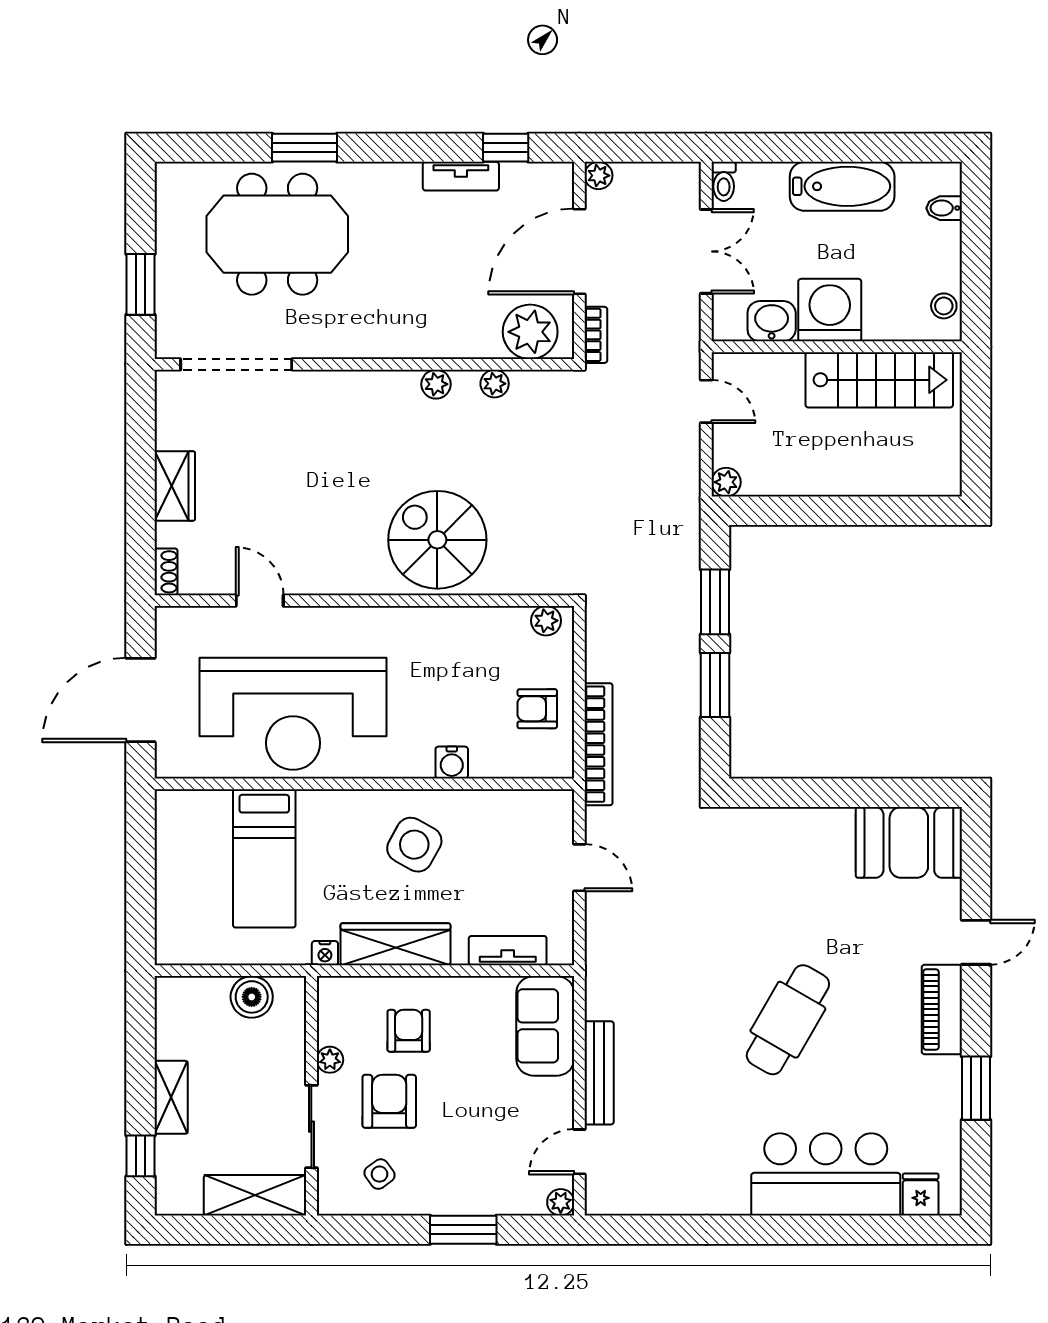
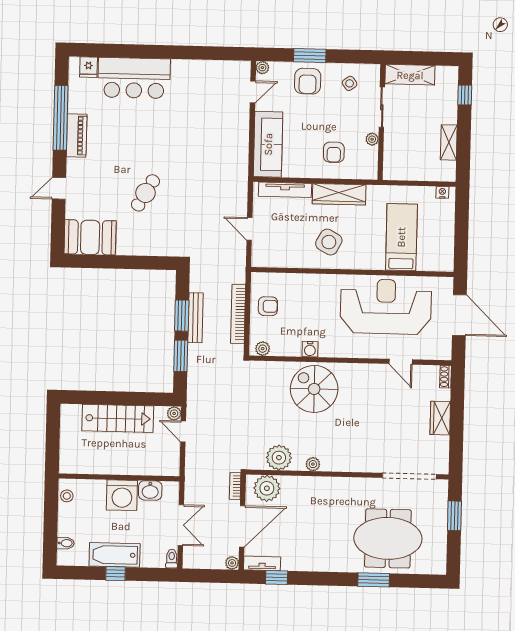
window: (839, 148) -> (116, 574), added
tv unit: (461, 176) -> (262, 563), moved
double door: (706, 251) -> (181, 525), swing flipped
stairs: (879, 380) -> (118, 418), moved, turned 180
plant: (495, 384) -> (279, 458), width x1.88, depth x1.88
door: (706, 401) -> (183, 431), moved
spiral stairs: (437, 540) -> (314, 389), turned 180
door: (141, 700) -> (459, 315), hinge flipped
bookcase: (599, 744) -> (238, 314), moved
water cooler: (452, 763) -> (310, 349), moved, turned 180
tv unit: (508, 951) -> (285, 190), width x1.41
nightstand: (325, 953) -> (442, 192), moved
boiler: (252, 997) -> (409, 170), removed
piano: (942, 1009) -> (77, 135), moved
cafe table: (788, 1020) -> (145, 193), moved, width x0.73, depth x0.74
sofa: (545, 1026) -> (268, 144), width x1.36
bench: (599, 1073) -> (195, 318), moved
window: (976, 1088) -> (61, 118), width x2.11
shelving: (171, 1097) -> (449, 142), moved
armchair: (389, 1101) -> (308, 81), moved

